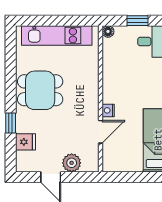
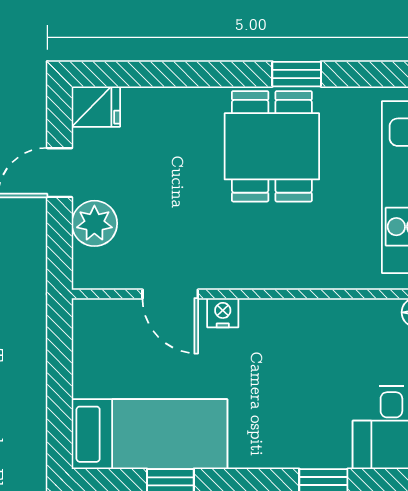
window: (11, 123) -> (297, 74), moved
fridge: (25, 142) -> (96, 107), moved, turned -90

